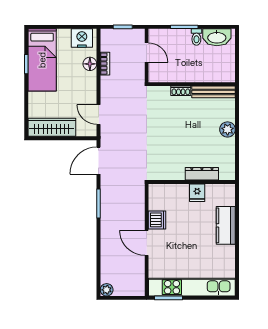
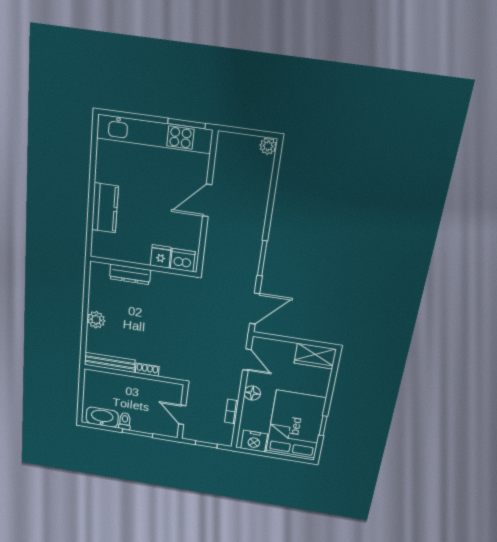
bed: (42, 60) -> (296, 426), width x1.50
floor lamp: (90, 64) -> (252, 393), moved
wardrobe: (52, 127) -> (315, 356), width x0.67
fridge: (197, 193) -> (161, 256), moved
dishwasher: (157, 220) -> (183, 260), moved, turned 90
door: (147, 243) -> (207, 200), swing flipped

